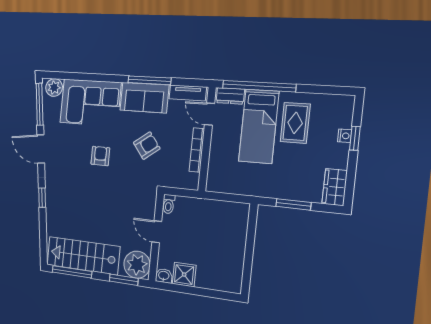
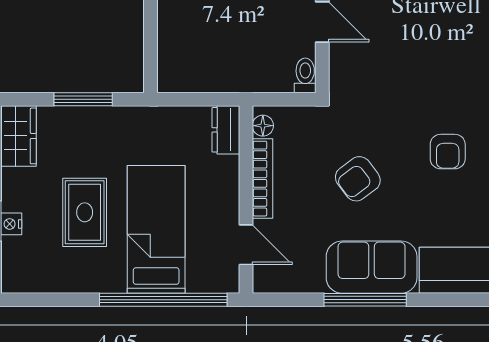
tv unit: (188, 93) -> (290, 280), removed
dresser: (230, 96) -> (226, 130), moved, turned -90
rug: (295, 123) -> (85, 212), moved
floor lamp: (194, 179) -> (263, 126), added

